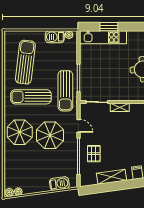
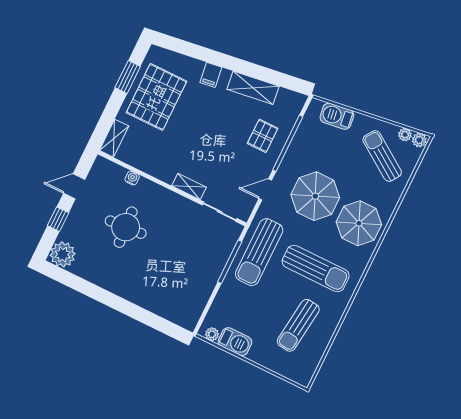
window: (109, 27) -> (146, 317), removed
kitchen unit: (103, 37) -> (162, 305), removed
sun lounger: (25, 62) -> (298, 325), width x0.73, depth x0.75
sun lounger: (65, 91) -> (259, 252), turned 180
door: (78, 126) -> (265, 189), hinge flipped
sun lounger: (25, 174) -> (382, 156), added

